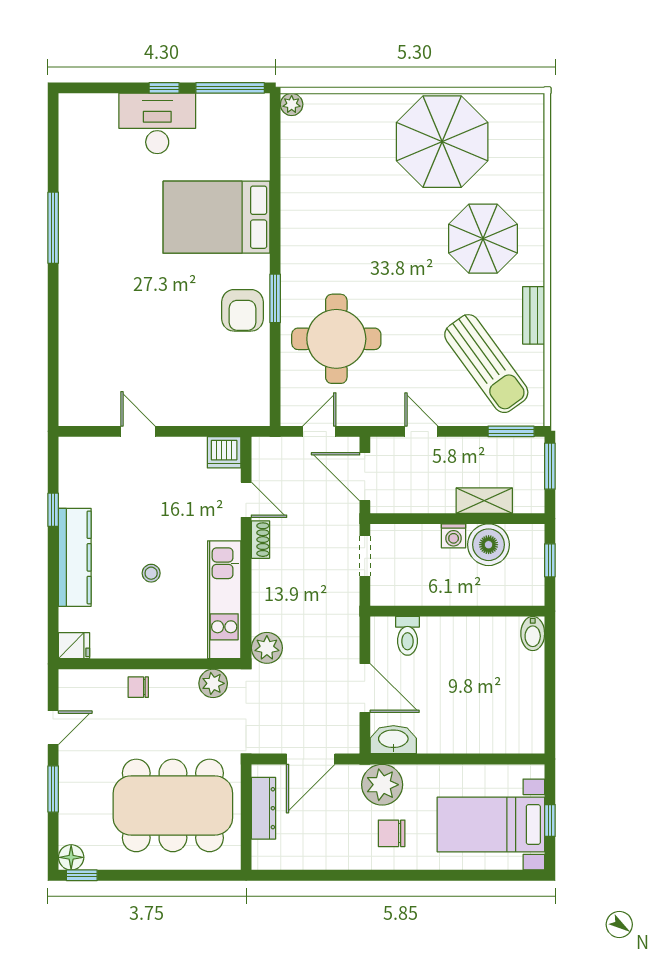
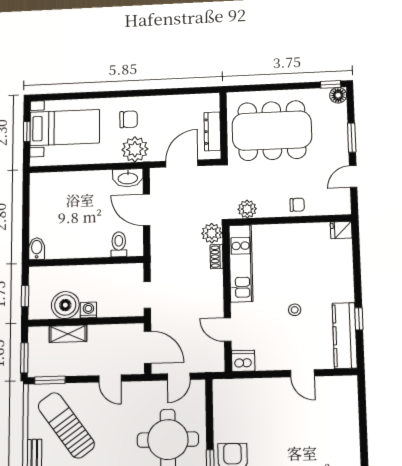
shoe rack: (260, 540) -> (216, 257), moved
kitchen counter: (75, 557) -> (345, 335), moved
stool: (151, 573) -> (295, 310), moved

